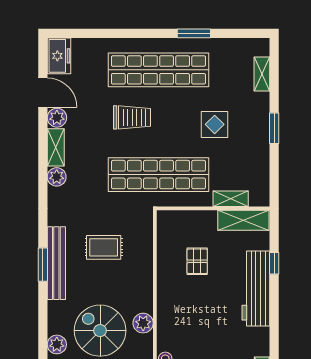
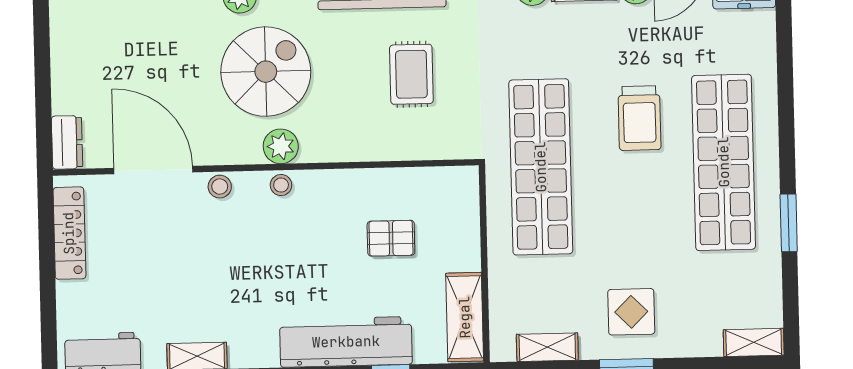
shelving: (262, 74) -> (754, 342), moved
display table: (215, 124) -> (631, 312), moved
shelving: (231, 199) -> (547, 347), moved, turned 90
stool: (165, 323) -> (281, 185), added

